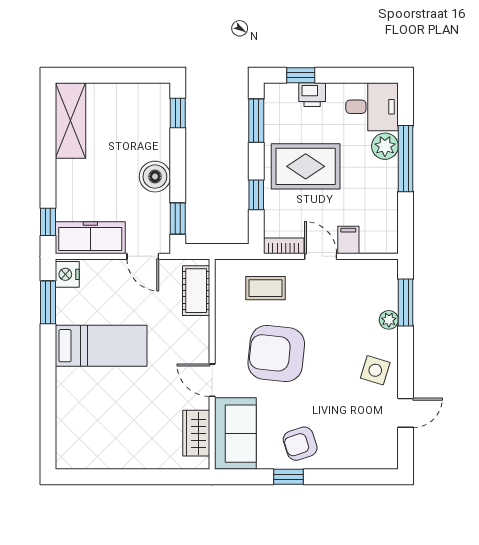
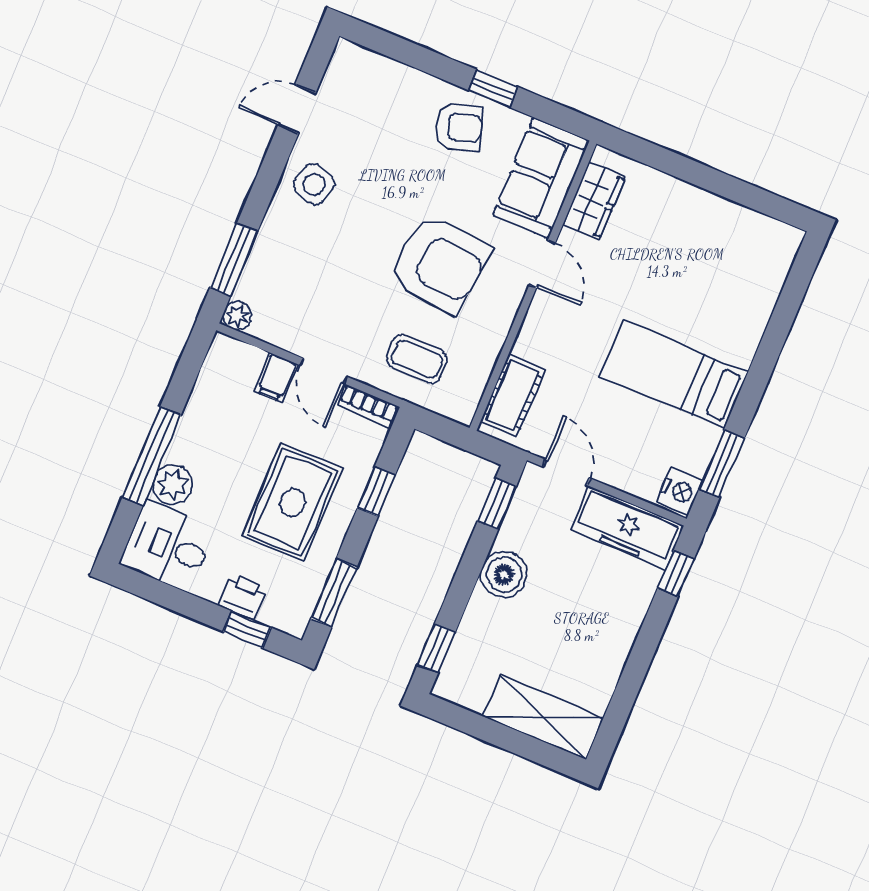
shelving: (71, 120) -> (543, 717), moved, turned 90
rug: (306, 166) -> (293, 502), turned 90
plant: (389, 320) -> (237, 316), moved

